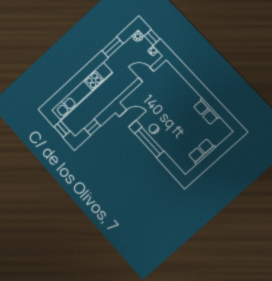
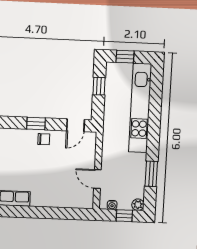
door: (146, 75) -> (97, 179), swing flipped
window: (149, 142) -> (36, 124), width x0.46

